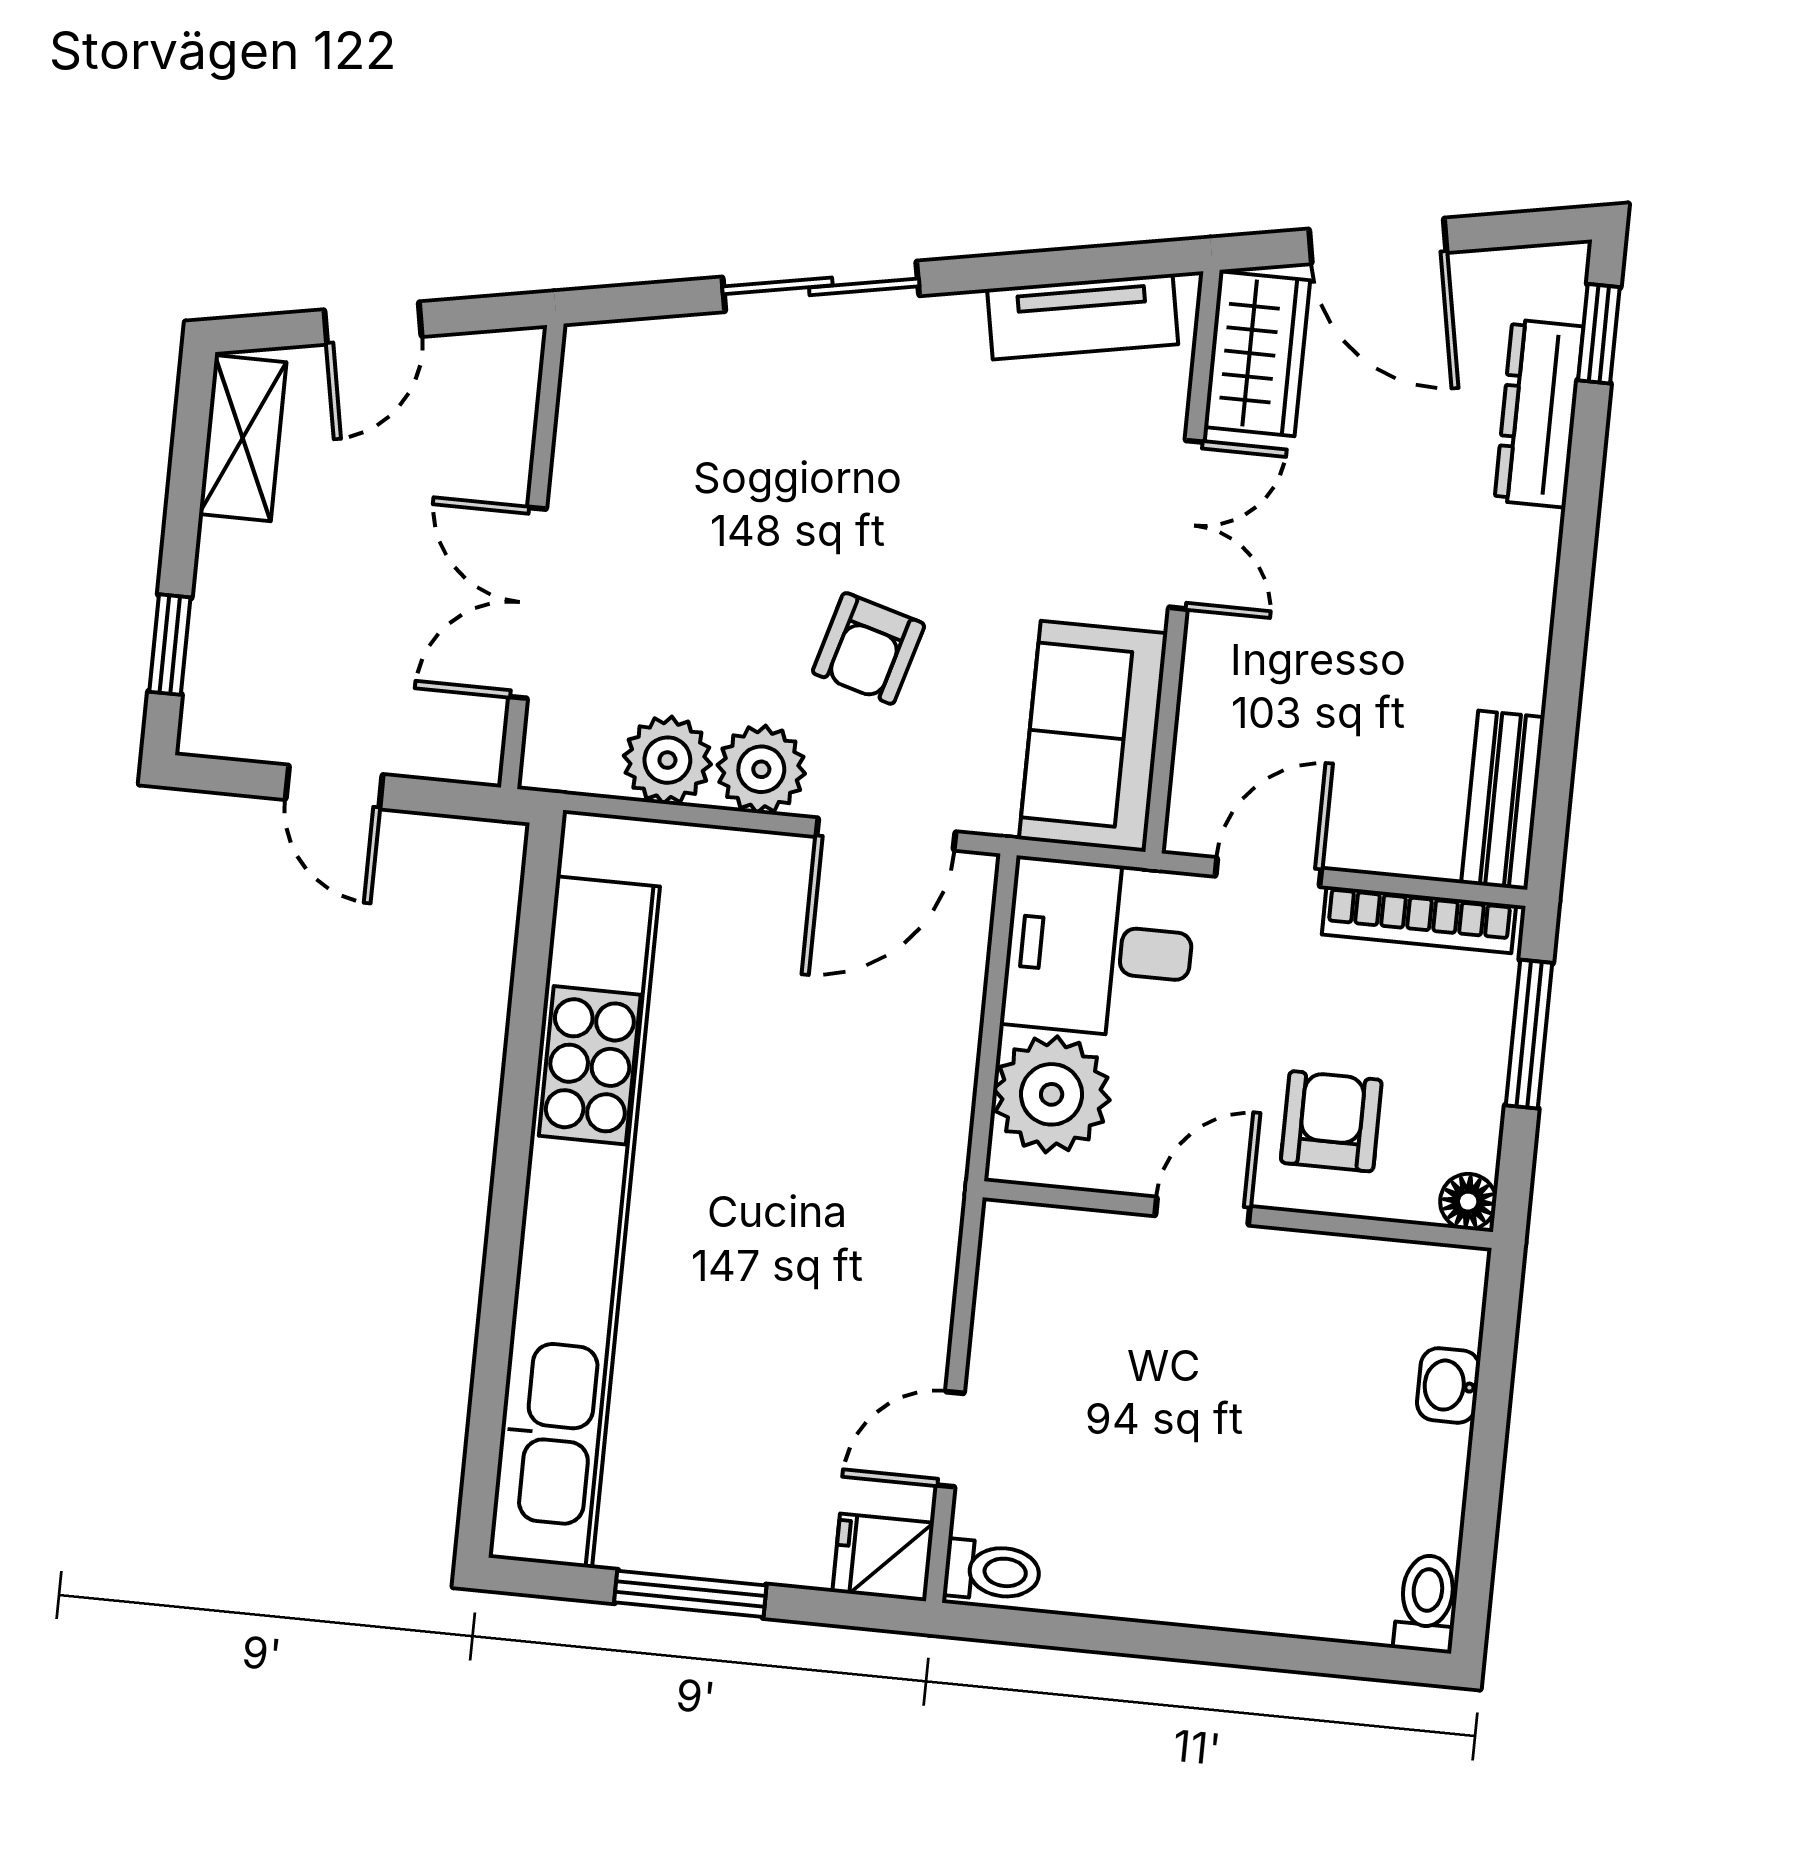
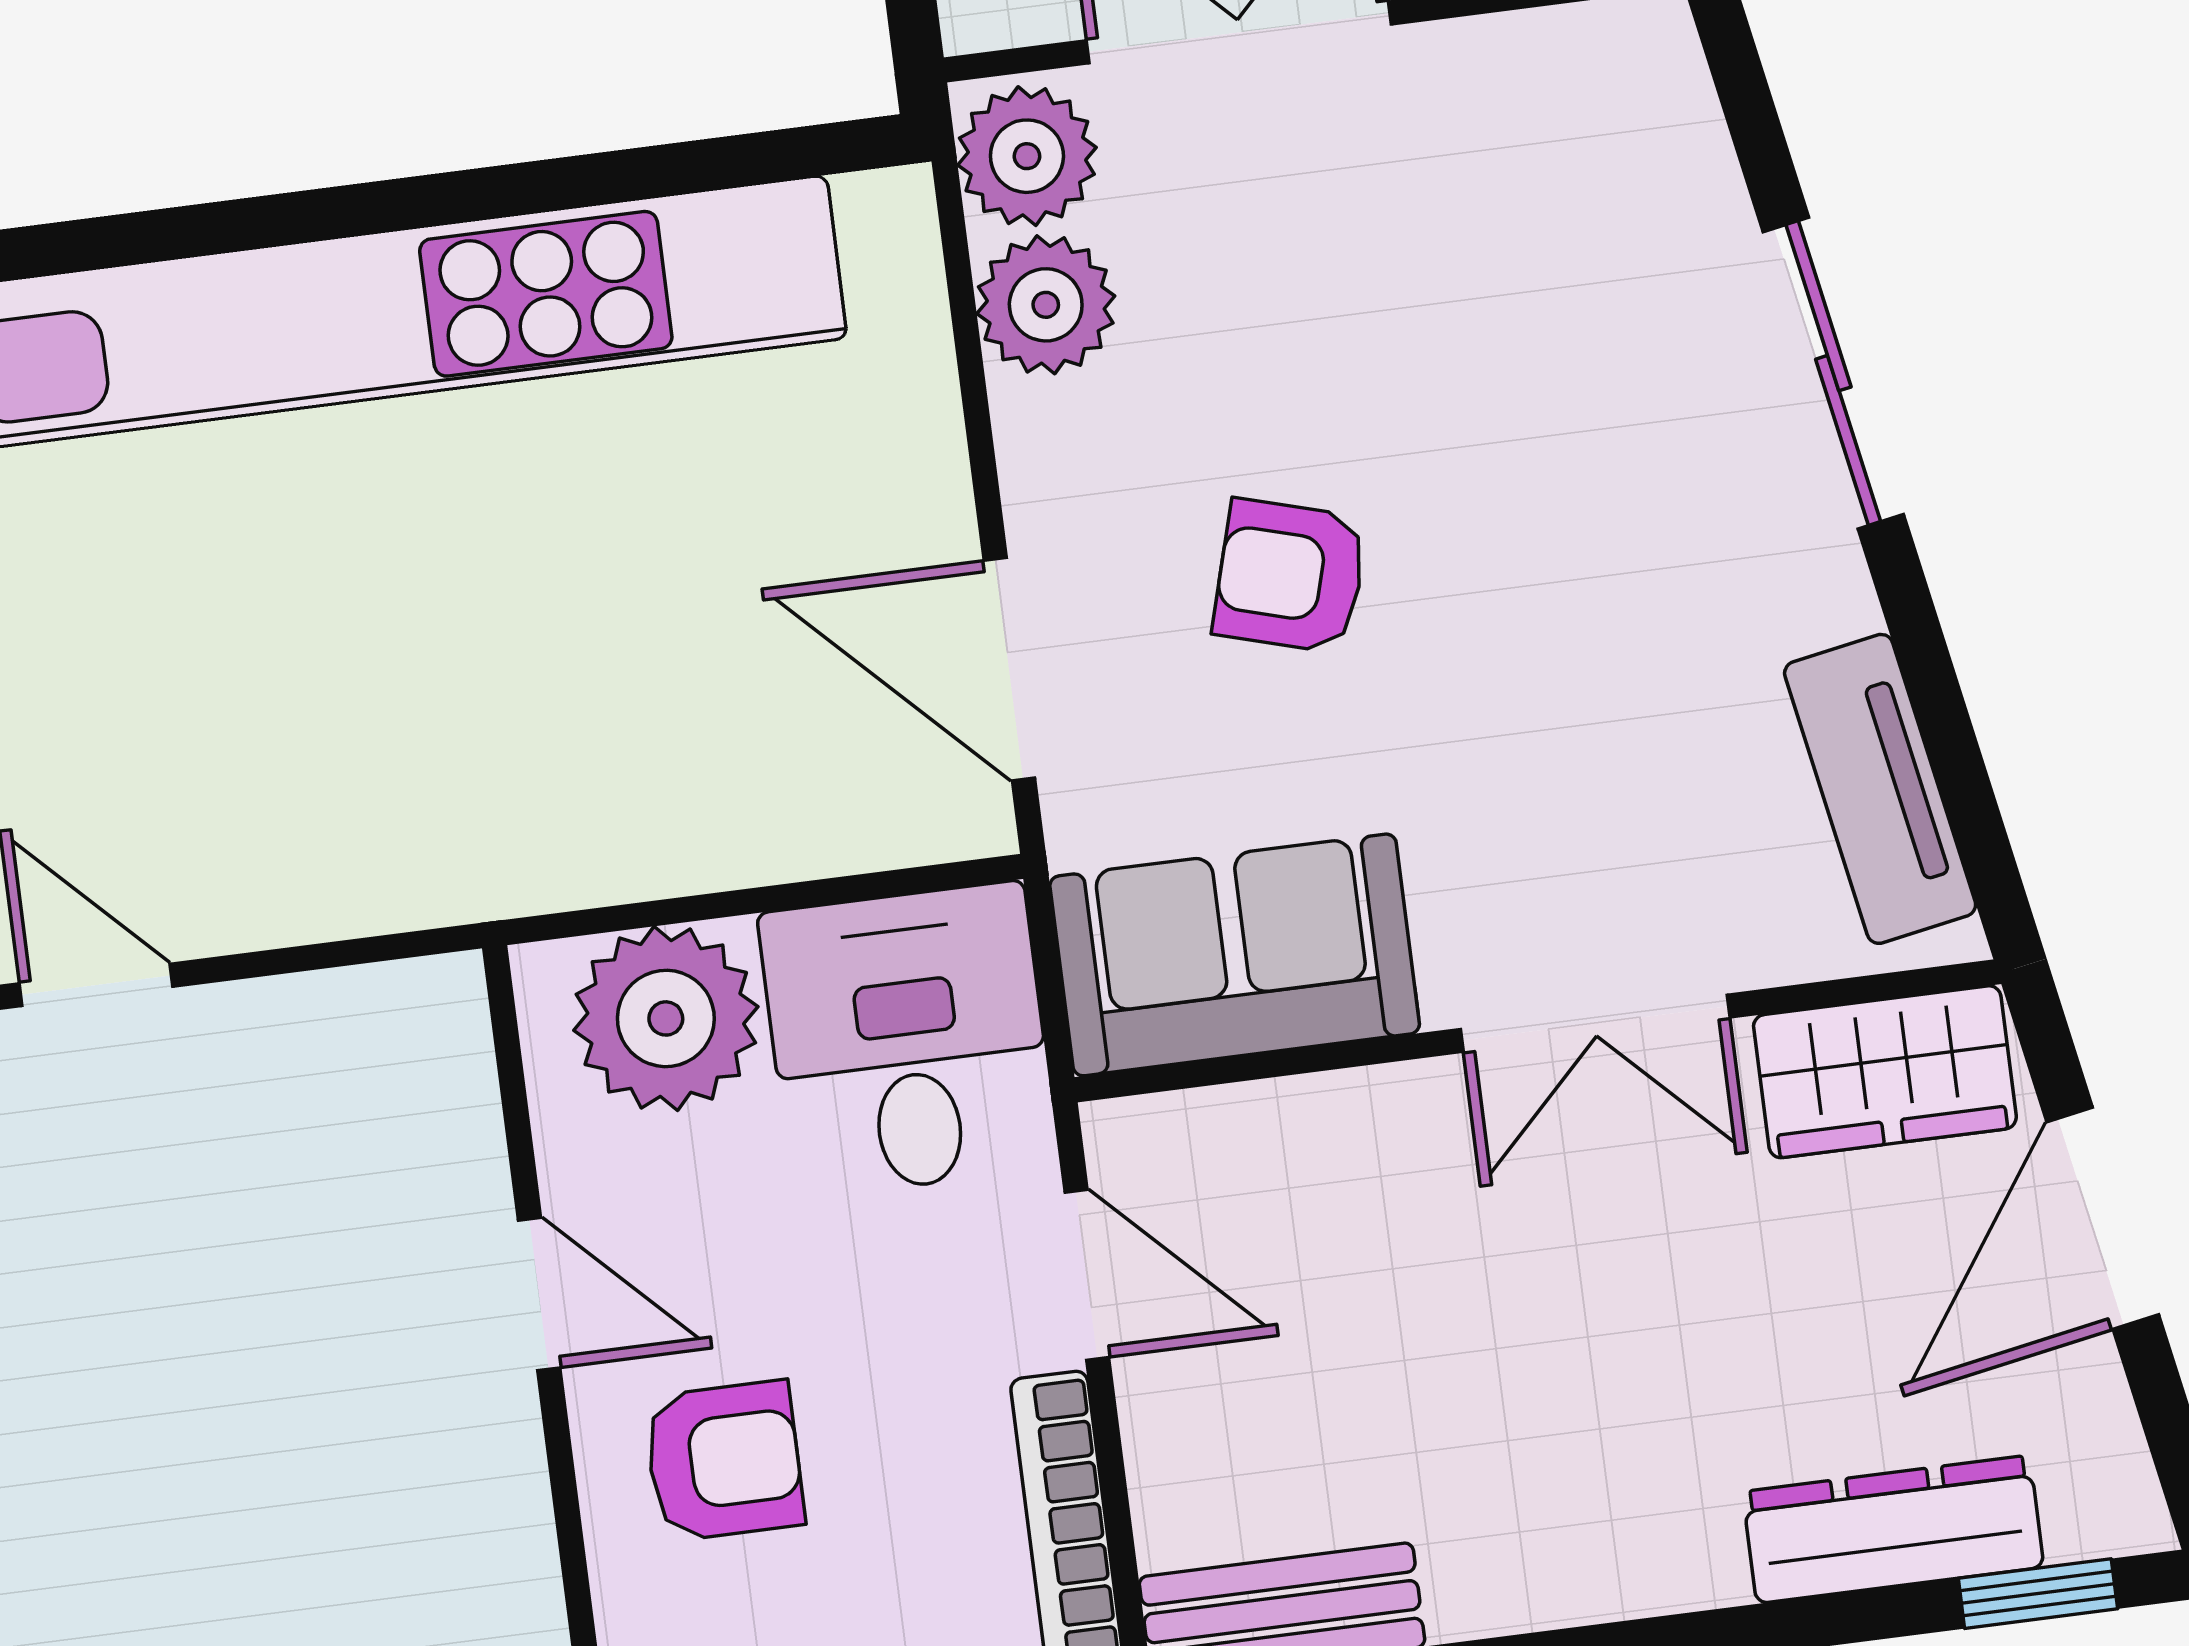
plant: (761, 769) -> (1027, 156), moved

